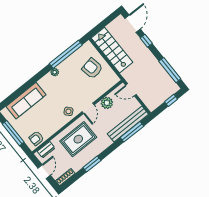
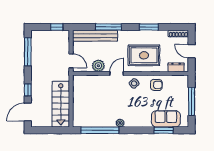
armchair: (92, 68) -> (88, 102), removed
window: (17, 94) -> (164, 130), added
window: (171, 100) -> (57, 27), moved
sofa: (26, 101) -> (166, 119), width x0.73
window: (132, 132) -> (108, 27), moved
armchair: (36, 138) -> (156, 85), moved
door: (44, 172) -> (192, 51), hinge flipped

